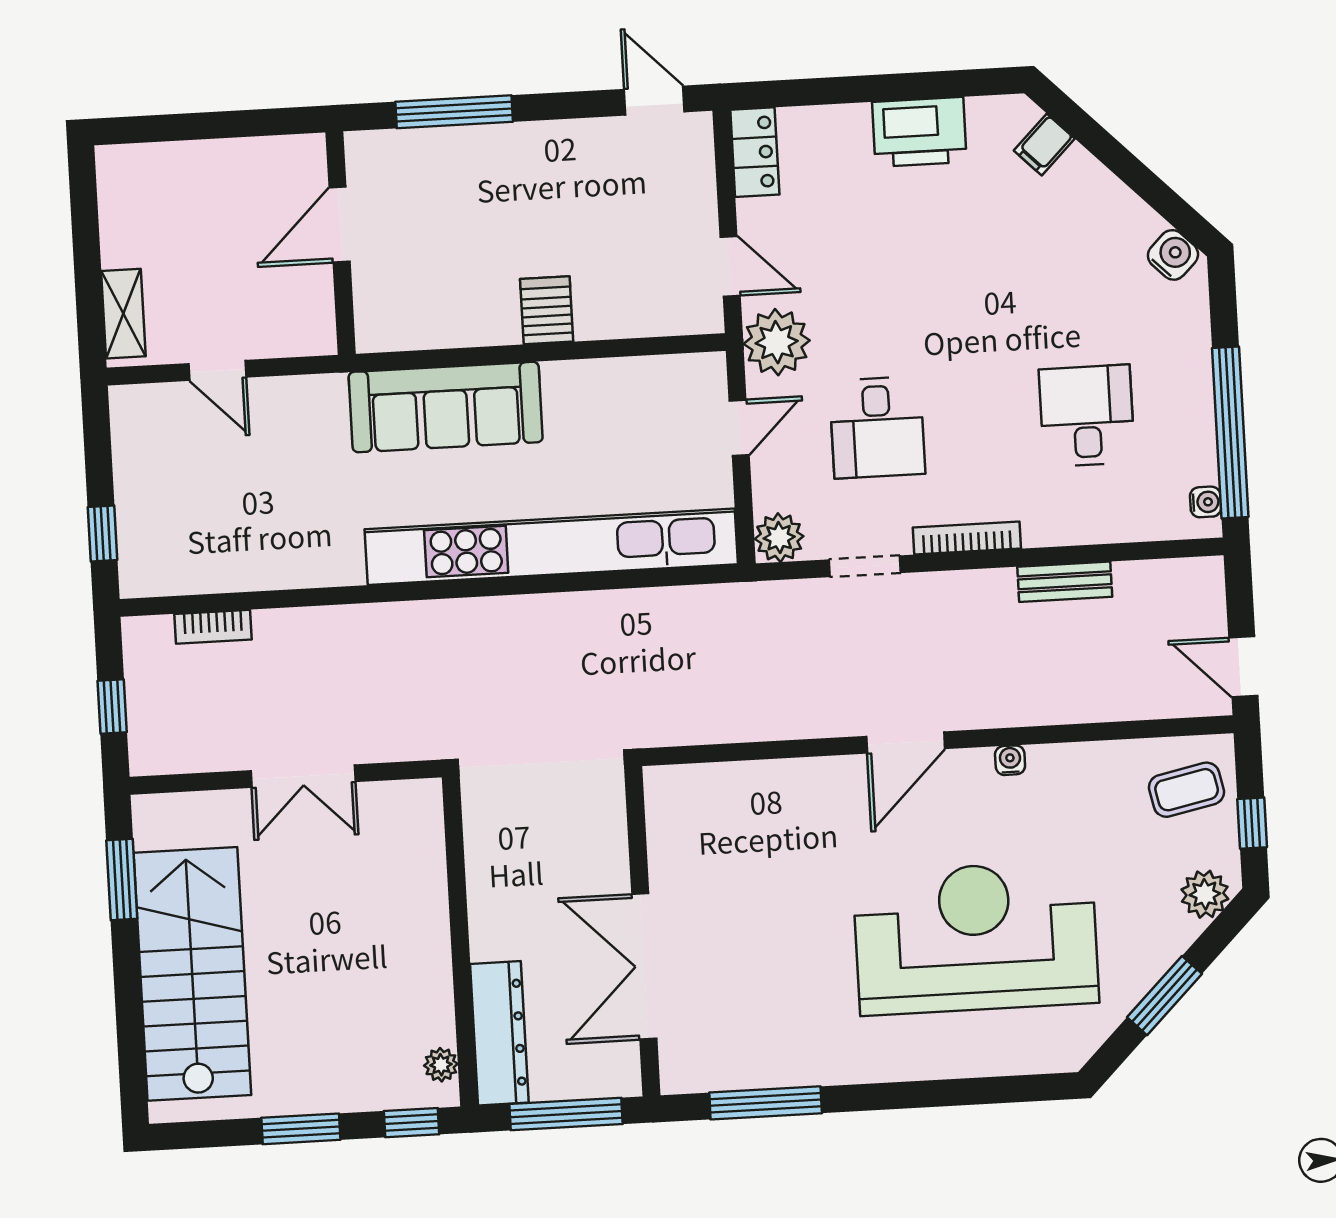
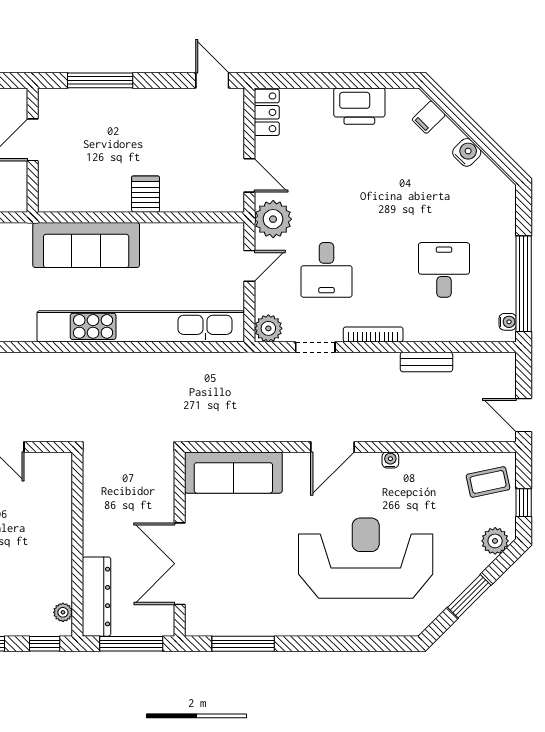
water cooler: (1173, 255) -> (467, 152), moved
sofa: (731, 798) -> (233, 473), added

